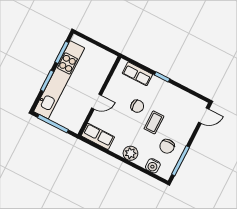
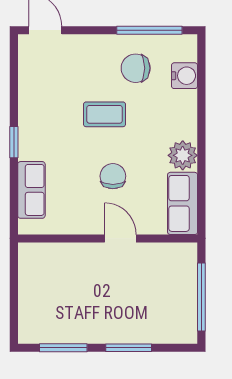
kitchen unit: (59, 80) -> (116, 327), removed
chair: (137, 106) -> (113, 176), moved
chair: (167, 146) -> (136, 68), turned 180
plant: (130, 153) -> (183, 155), moved

